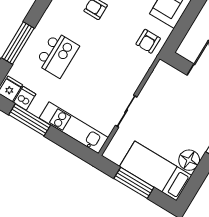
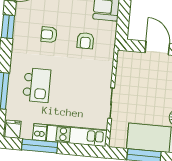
armchair: (148, 41) -> (85, 41), moved
dishwasher: (25, 98) -> (40, 132), moved

